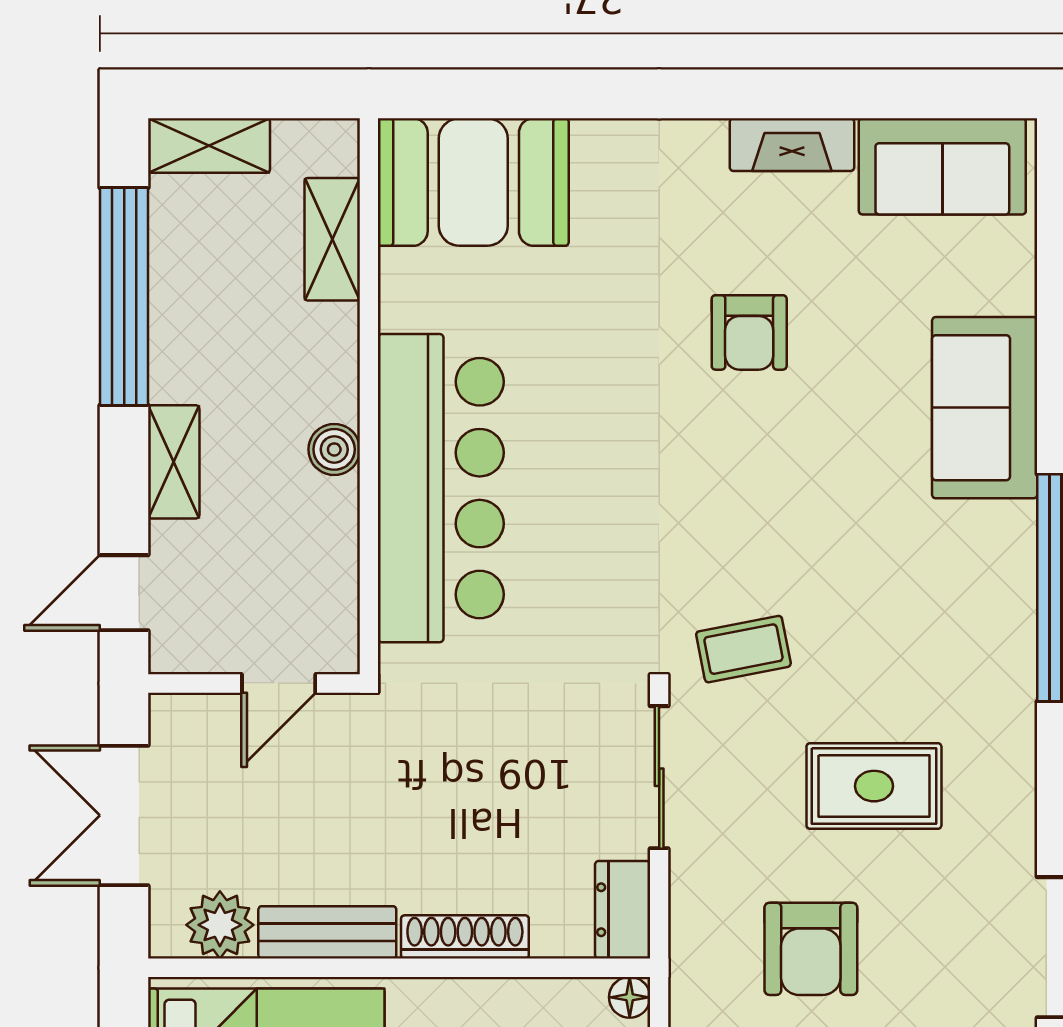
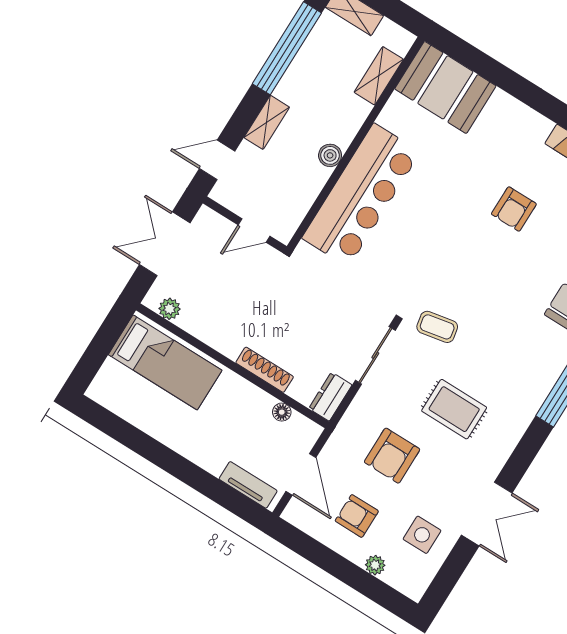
plant: (220, 925) -> (169, 309), width x0.73, depth x0.73
bench: (327, 932) -> (214, 336), removed
floor lamp: (630, 997) -> (282, 412), moved

